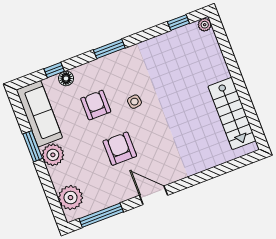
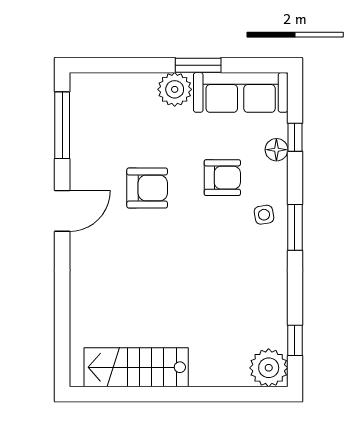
plant: (205, 25) -> (269, 368), width x1.88, depth x1.88
side table: (134, 102) -> (264, 215), moved
plant: (71, 198) -> (104, 91), removed

